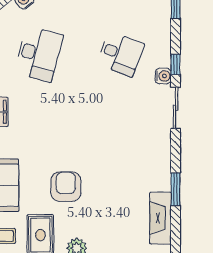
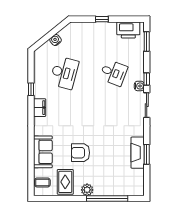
armchair: (66, 187) -> (81, 153), turned -90
fireplace: (160, 218) -> (138, 153), moved

